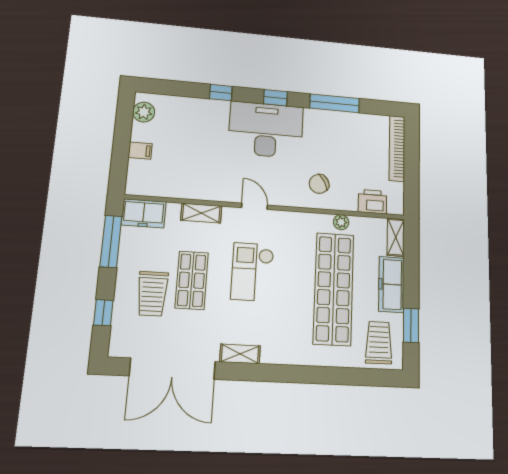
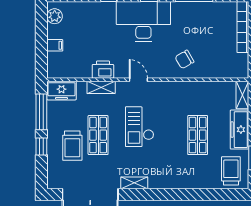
printer: (372, 202) -> (103, 70), moved
plant: (341, 222) -> (202, 87), removed
shop shelf: (334, 289) -> (198, 135), width x0.50, depth x0.74
window: (103, 313) -> (41, 146), moved

